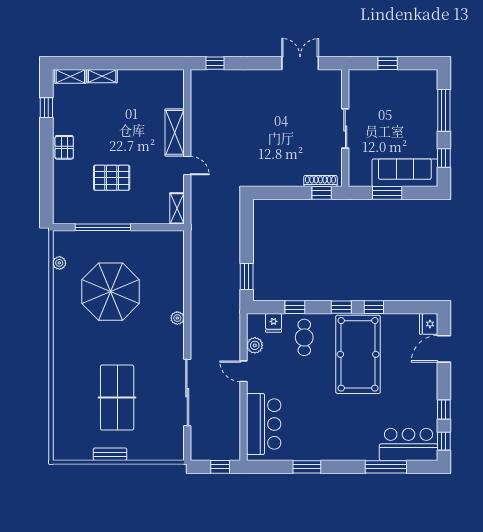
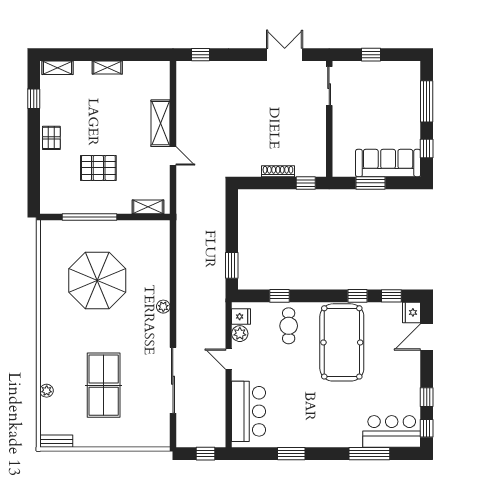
shelving: (102, 76) -> (107, 67), moved
sliding door: (345, 129) -> (329, 86), moved
shoe rack: (320, 181) -> (278, 171), moved
shelving: (177, 208) -> (148, 207), moved, turned 90
plant: (59, 263) -> (47, 391), moved
window: (341, 307) -> (391, 296), moved
fridge: (274, 323) -> (241, 317), moved, turned -90
bench: (110, 454) -> (56, 441), moved

